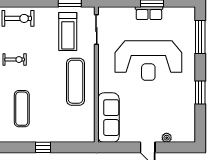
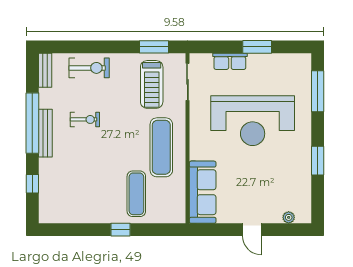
row of seats: (149, 13) -> (230, 61), moved
exercise mat: (22, 109) -> (136, 194), moved
plant: (167, 138) -> (289, 217), moved

